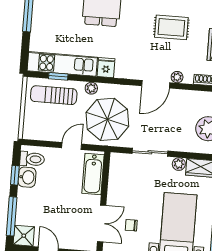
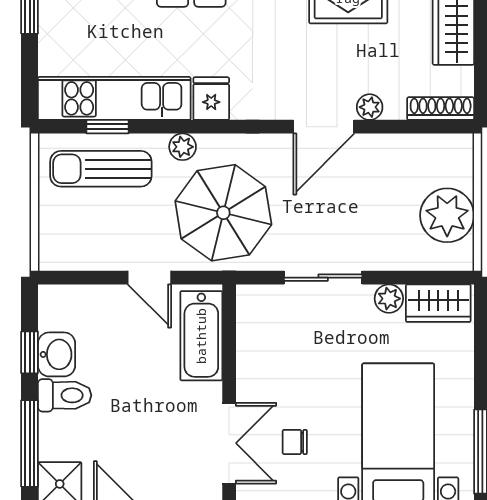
door: (72, 146) -> (149, 278), swing flipped
toilet: (32, 159) -> (65, 395), moved

